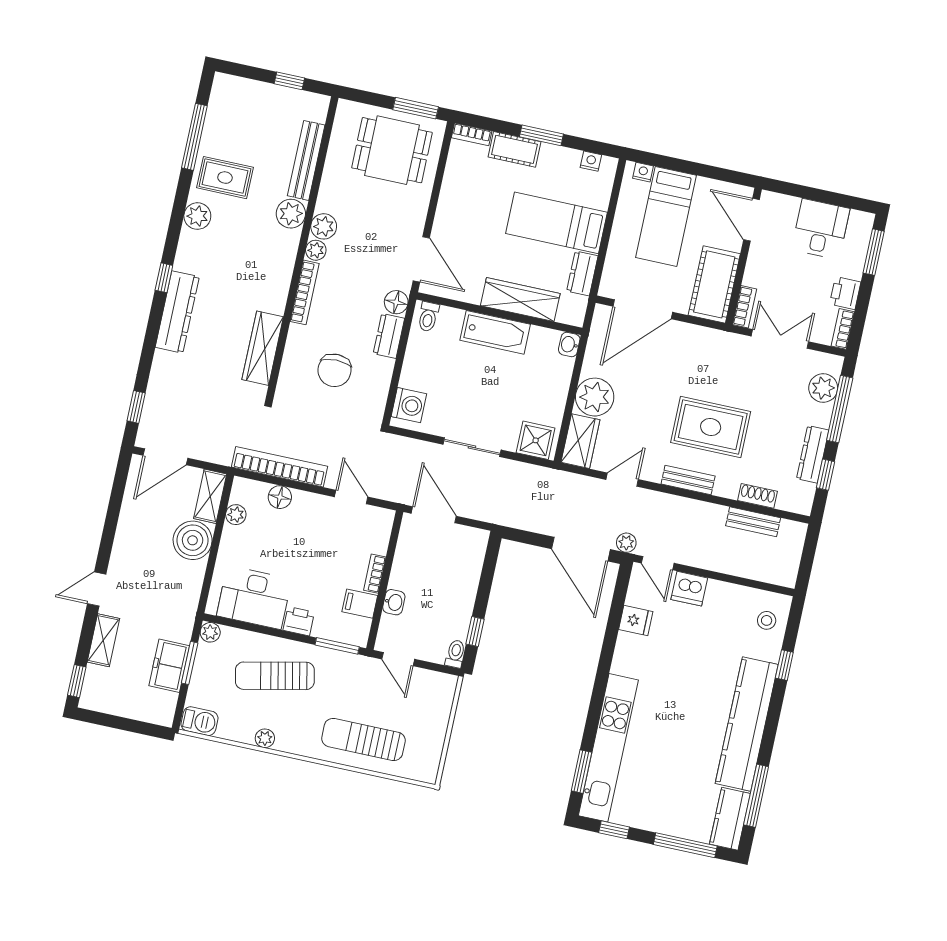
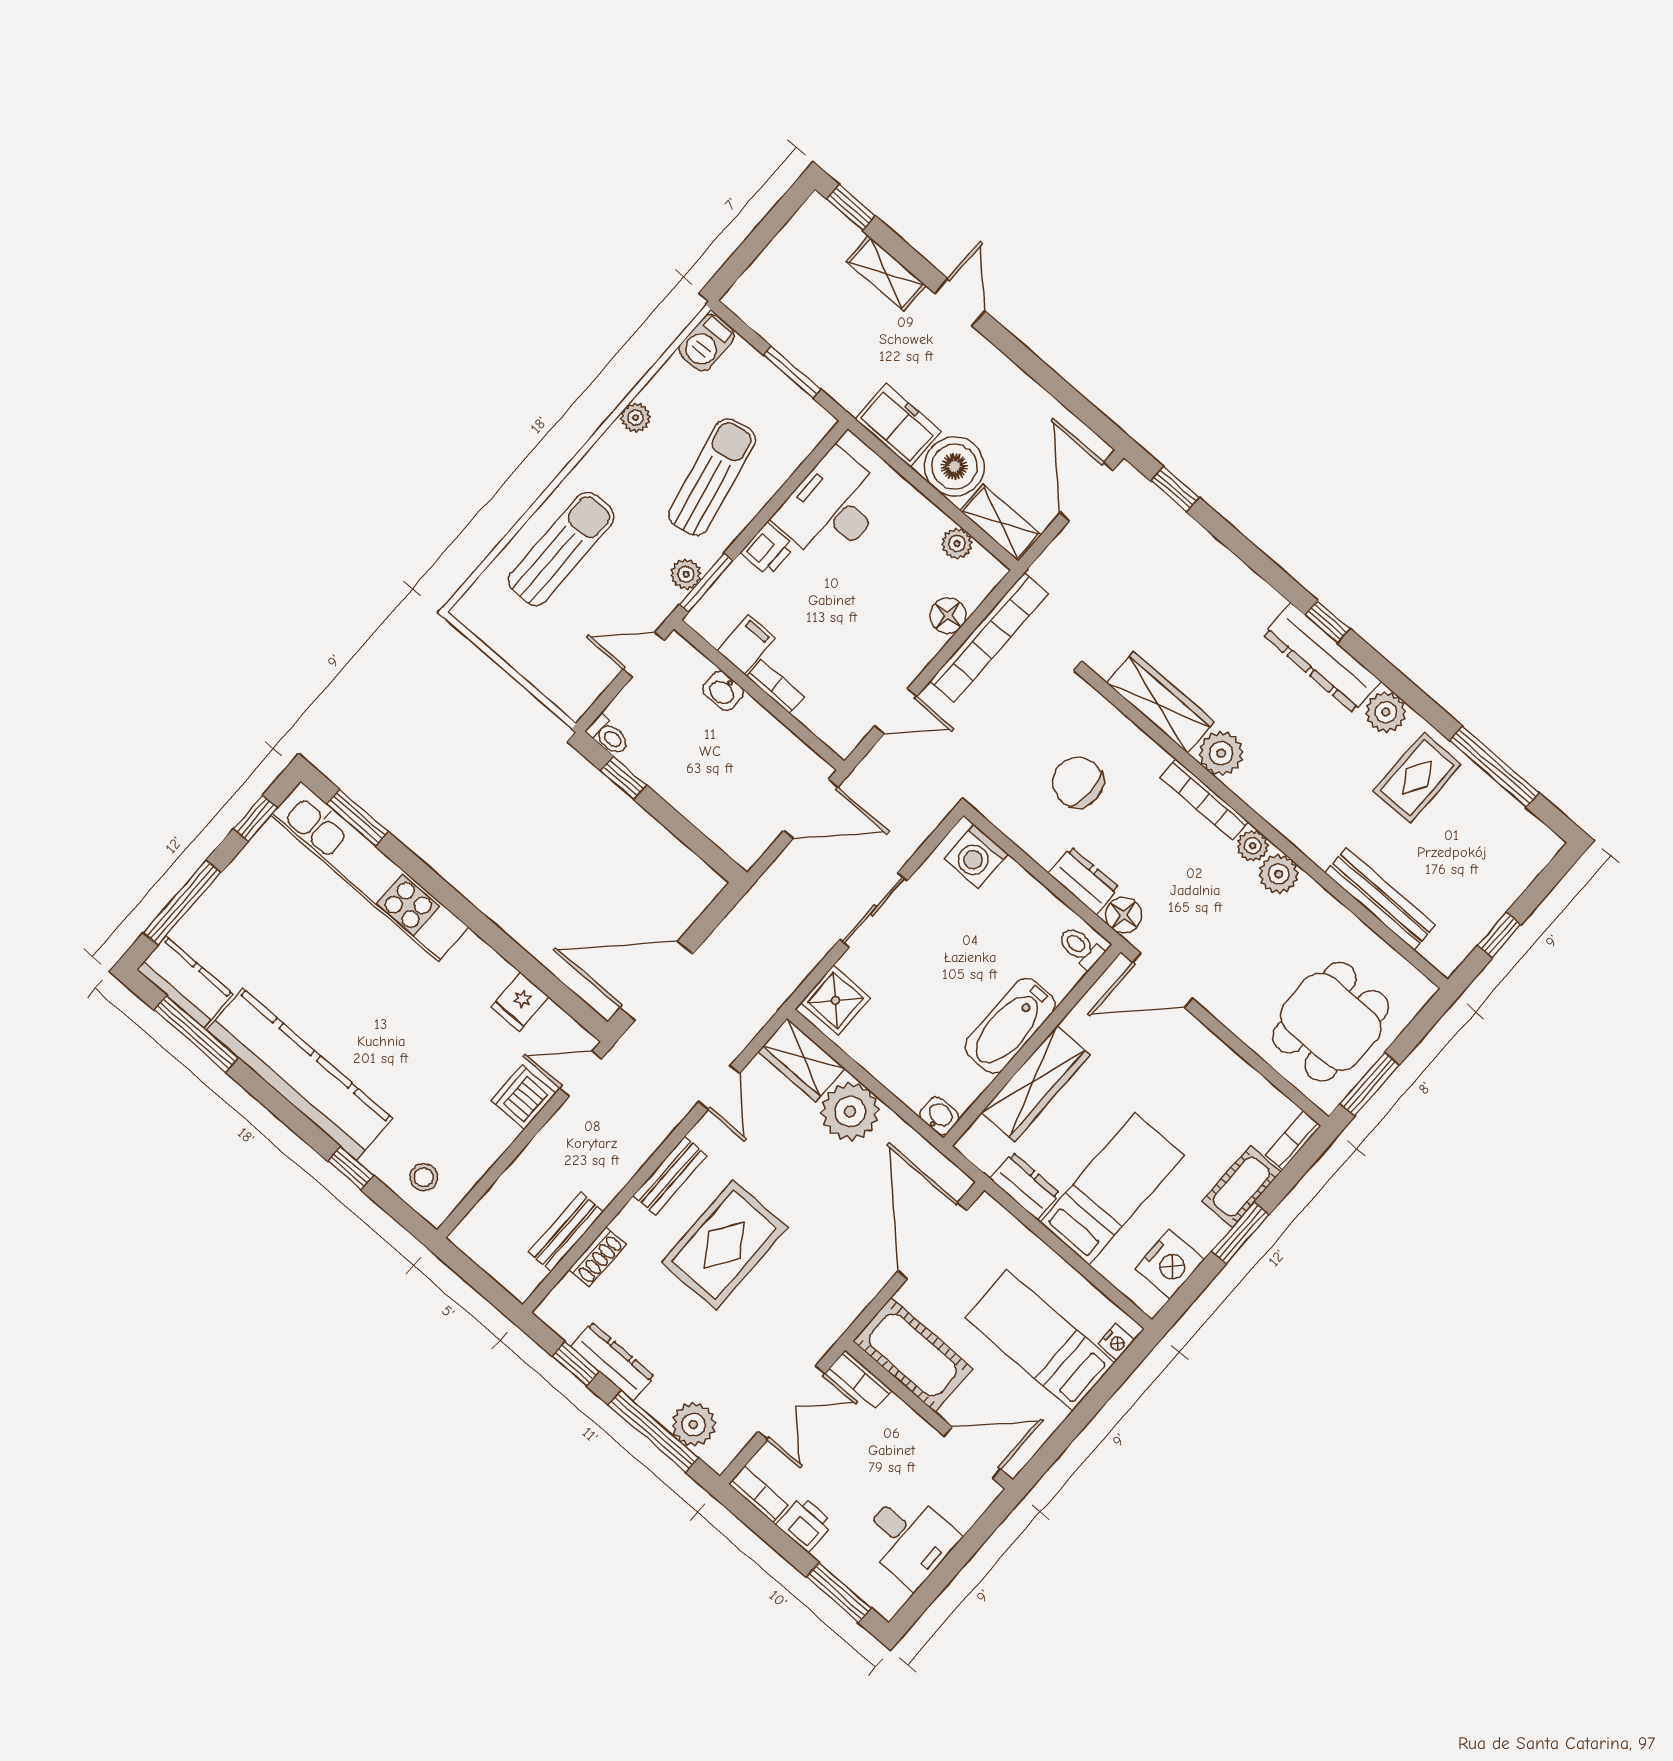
nightstand: (591, 161) -> (1169, 1264), width x1.89, depth x1.79
plant: (291, 214) -> (1221, 753), moved
dresser: (177, 312) -> (1322, 658), moved
plant: (626, 543) -> (631, 1047), removed
plant: (210, 632) -> (686, 574), moved
freezer: (169, 666) -> (898, 425), moved

